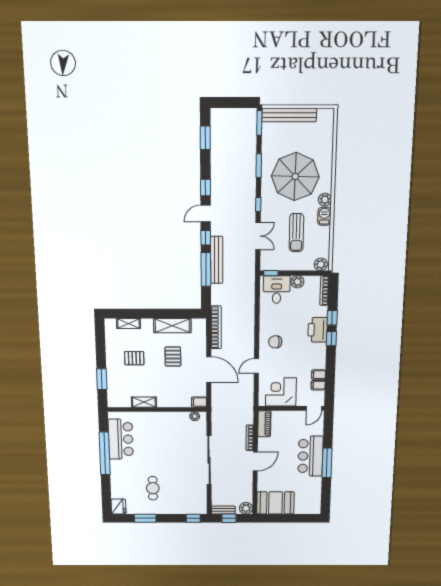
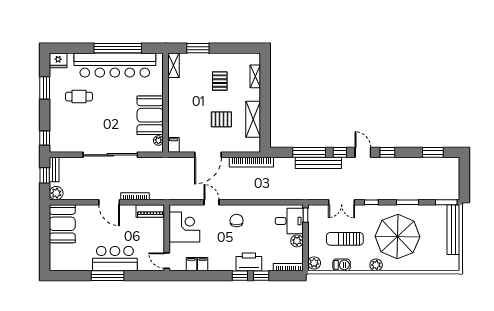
barbecue: (324, 216) -> (342, 265), moved
shelving: (144, 402) -> (174, 65), moved
booth: (170, 424) -> (150, 115), added
bar counter: (121, 439) -> (115, 65), width x1.86

